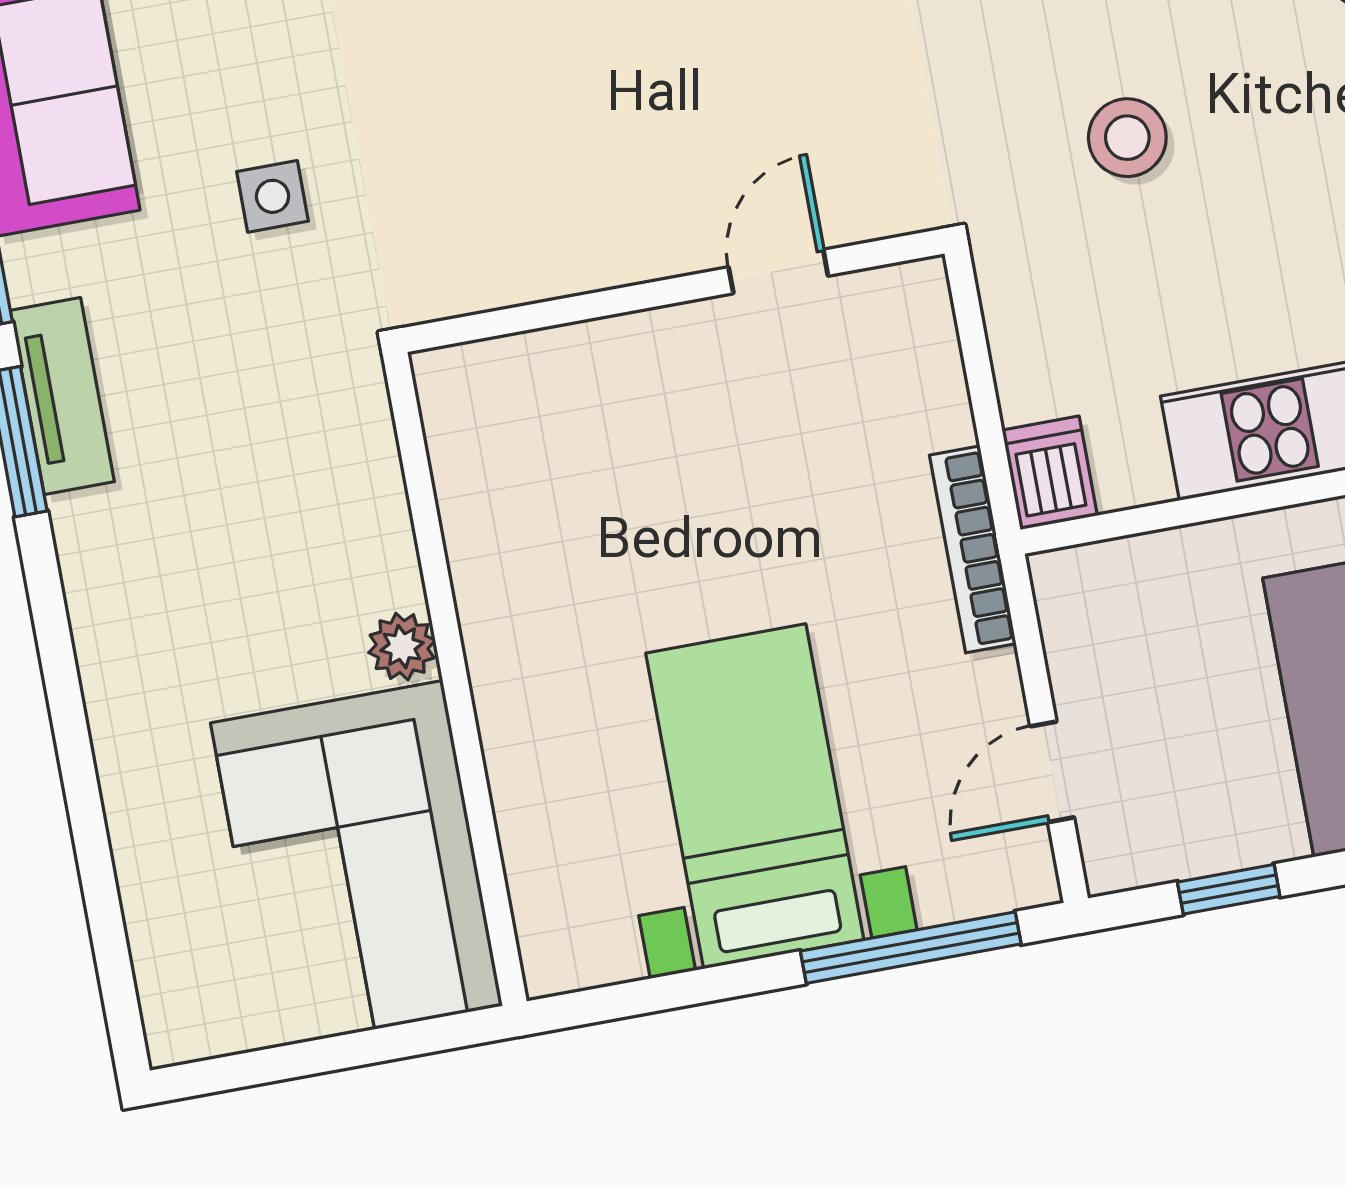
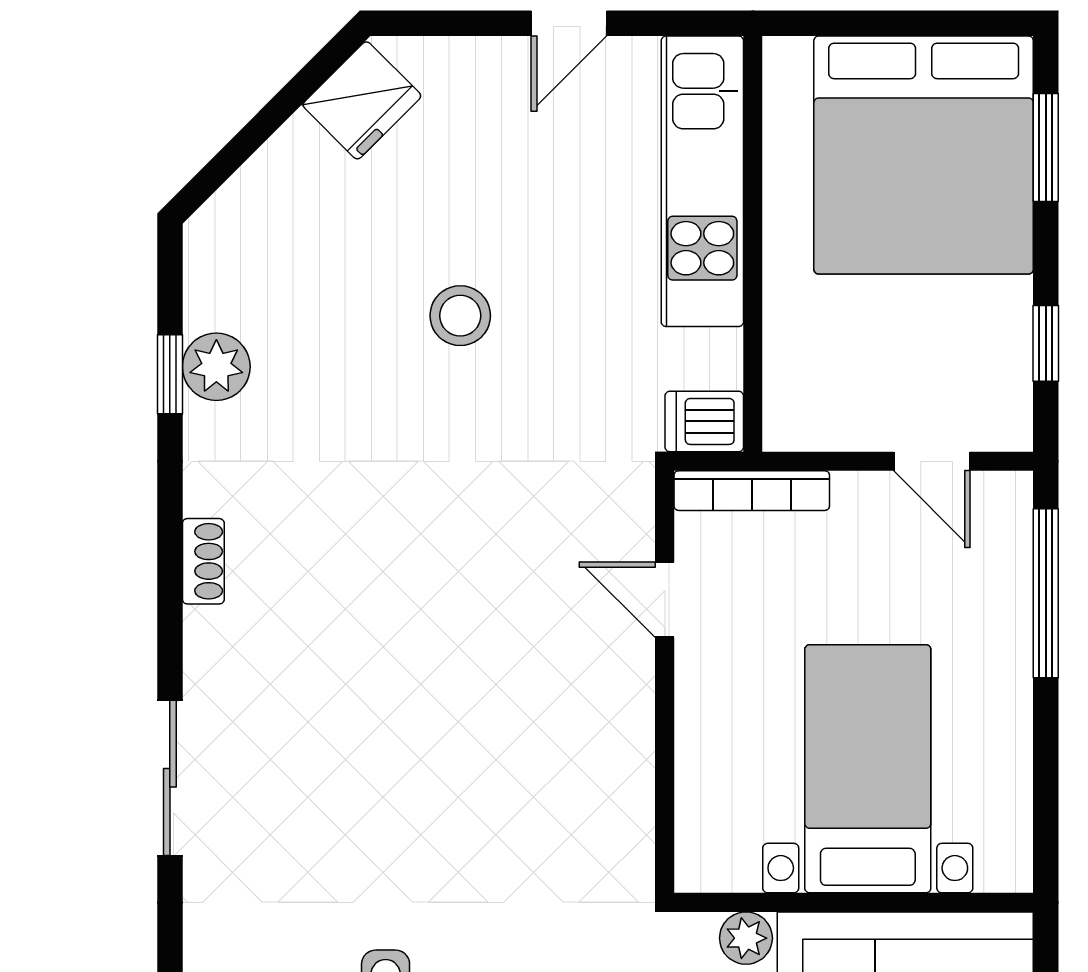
door: (778, 271) -> (665, 600), moved
wall: (674, 291) -> (665, 682), moved
bed with nightstands: (755, 796) -> (868, 769), moved, turned 90

